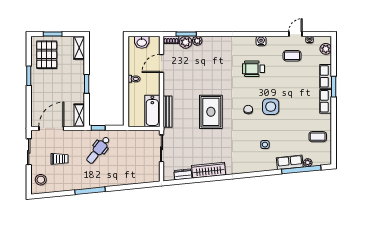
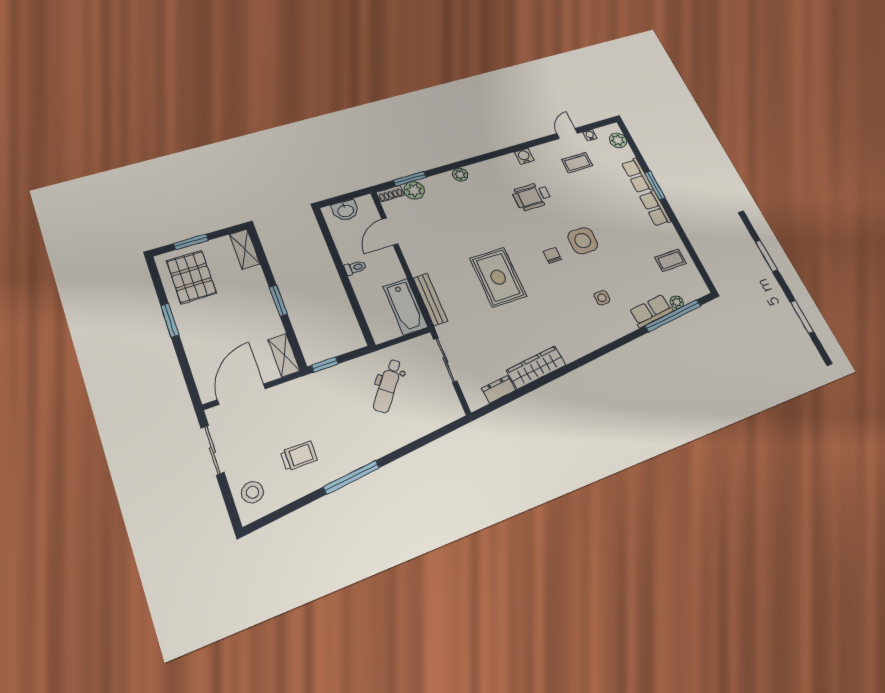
plant: (197, 41) -> (460, 175), moved
dental chair: (98, 150) -> (388, 386), moved
trolley: (59, 159) -> (299, 456), moved

